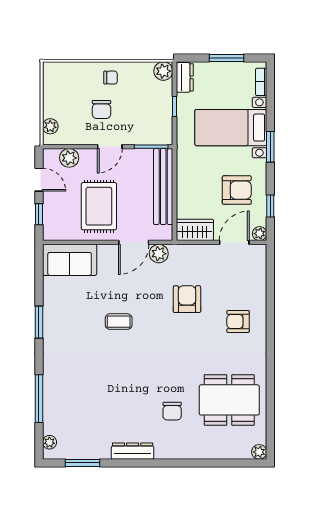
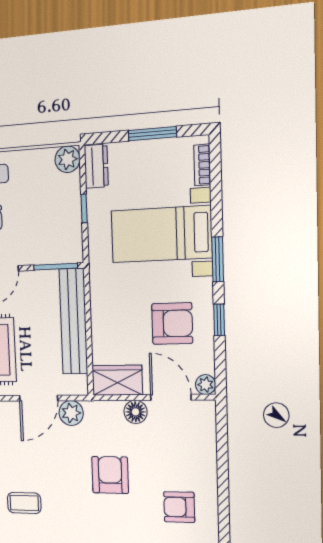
window: (270, 206) -> (219, 320), moved
door: (234, 242) -> (171, 397), hinge flipped
floor lamp: (208, 253) -> (136, 412), added

